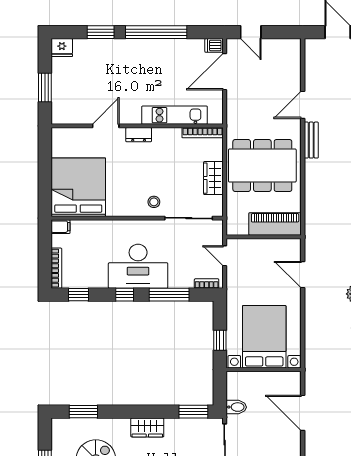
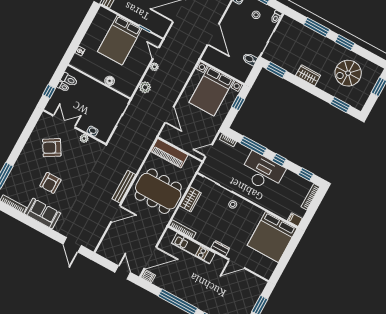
bench: (311, 140) -> (124, 187), width x1.36
door: (225, 256) -> (209, 151), swing flipped

